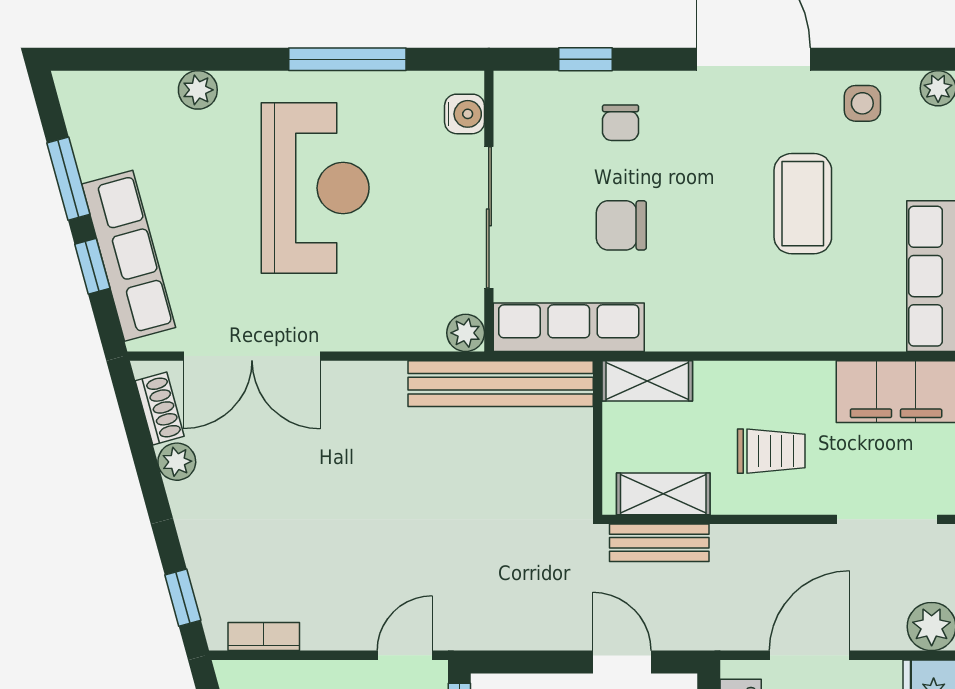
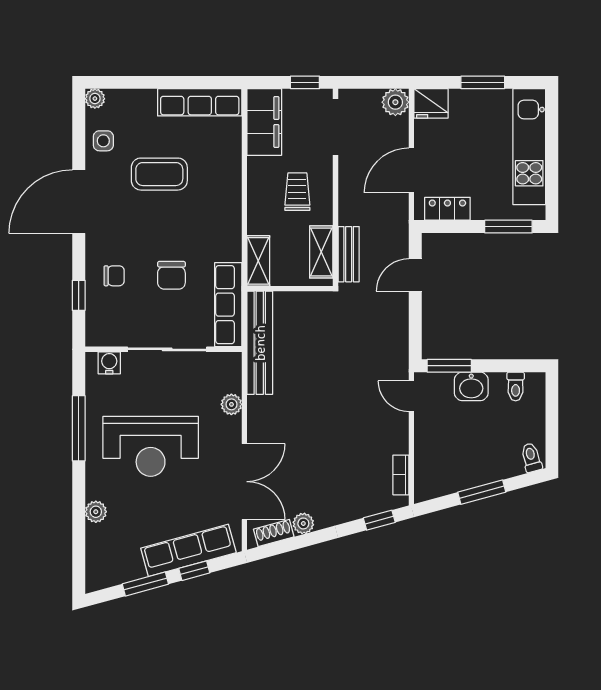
reception desk: (315, 188) -> (151, 446), turned 180
plant: (466, 333) -> (231, 404), moved
door: (810, 655) -> (411, 170), hinge flipped

